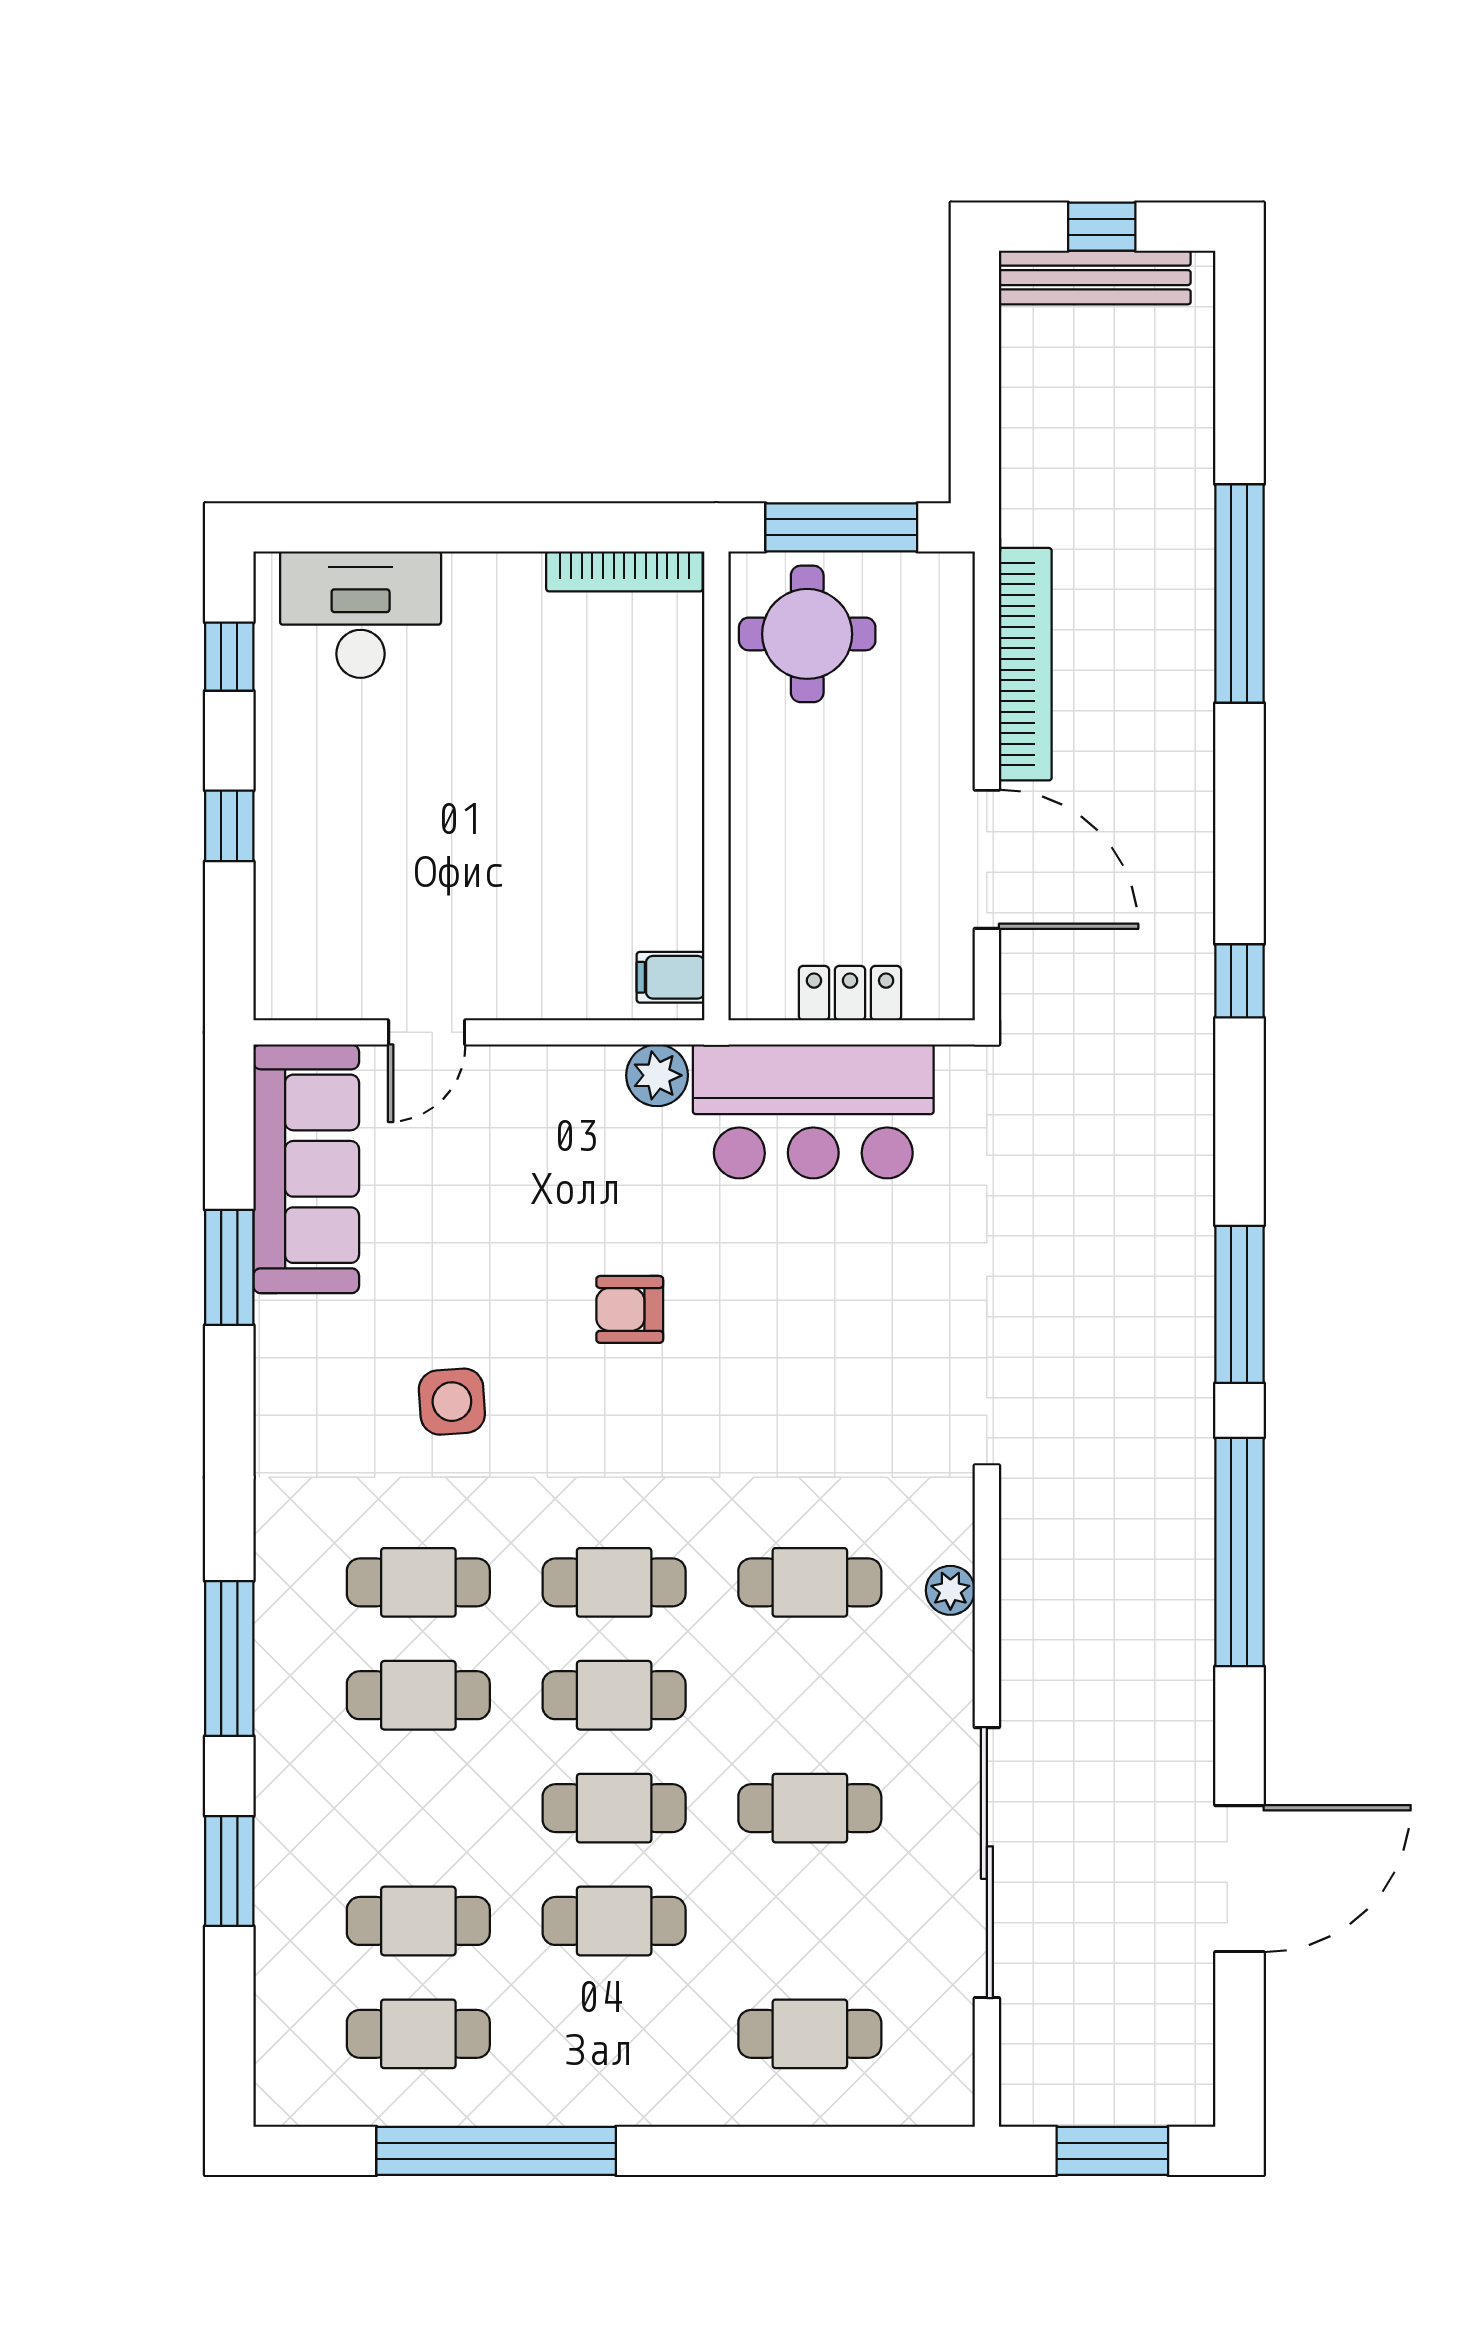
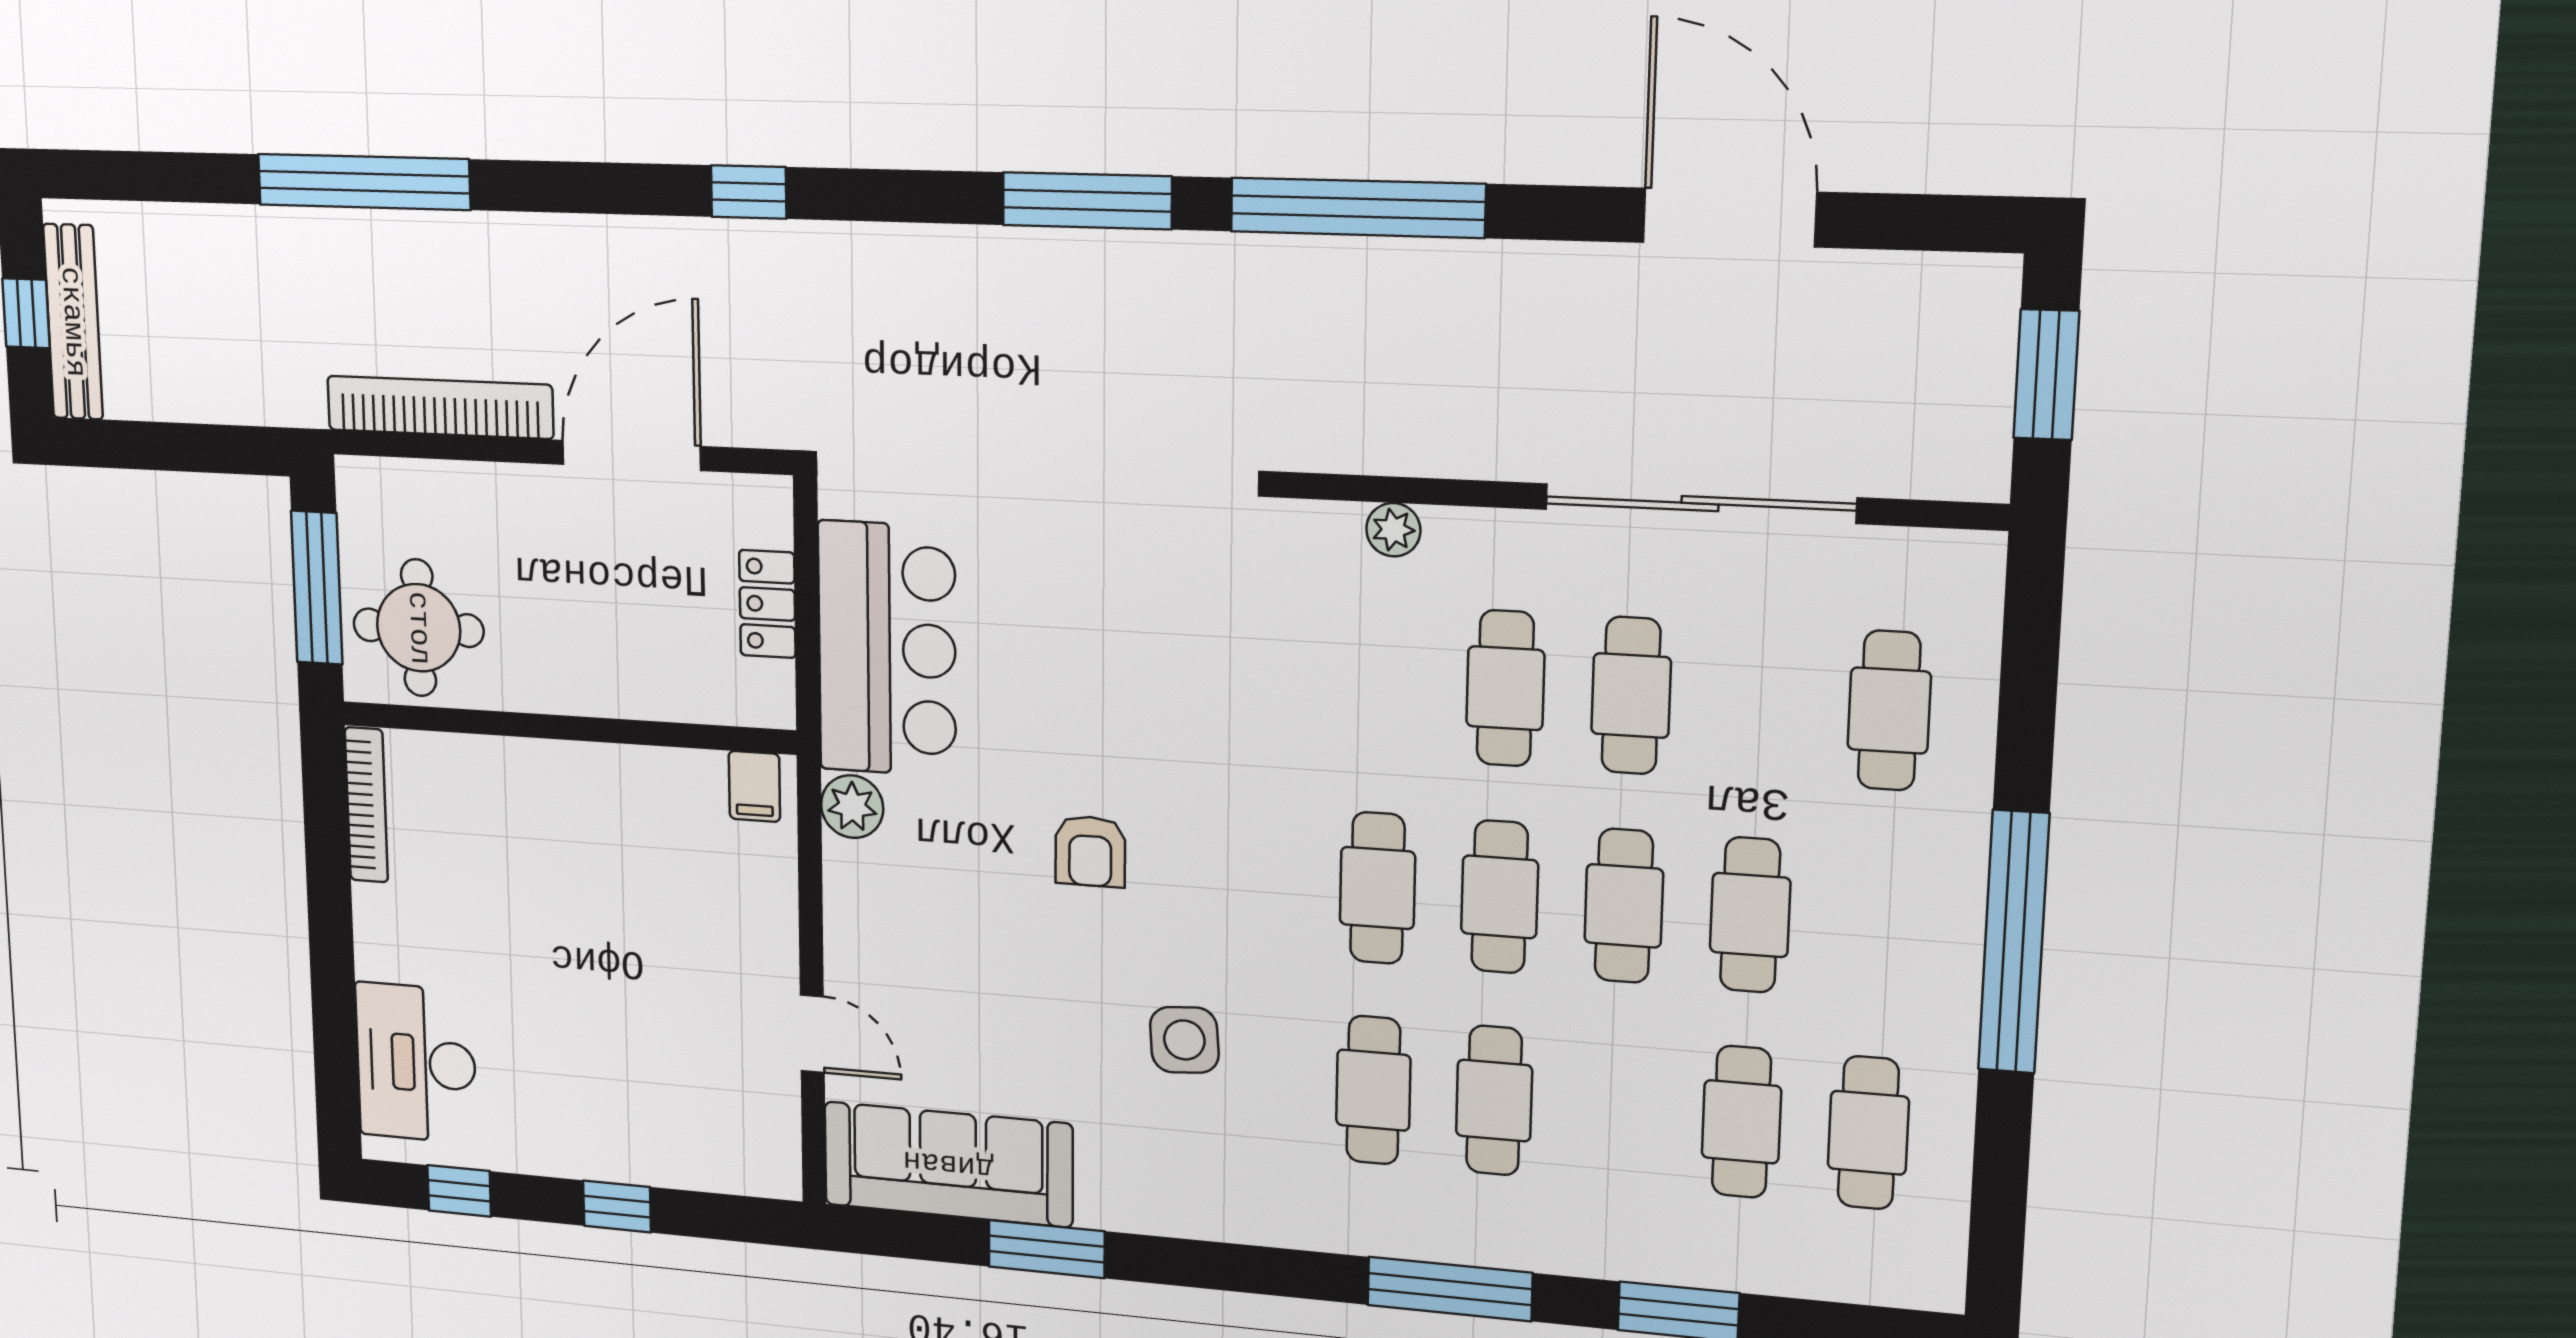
cafe table: (810, 1582) -> (1505, 688), moved
window: (496, 2151) -> (2014, 942), moved

